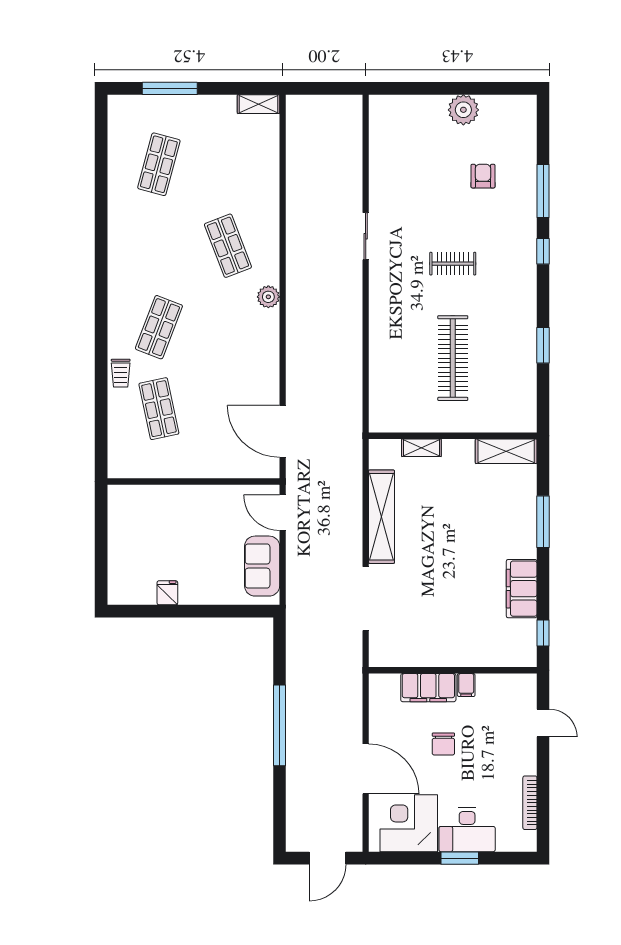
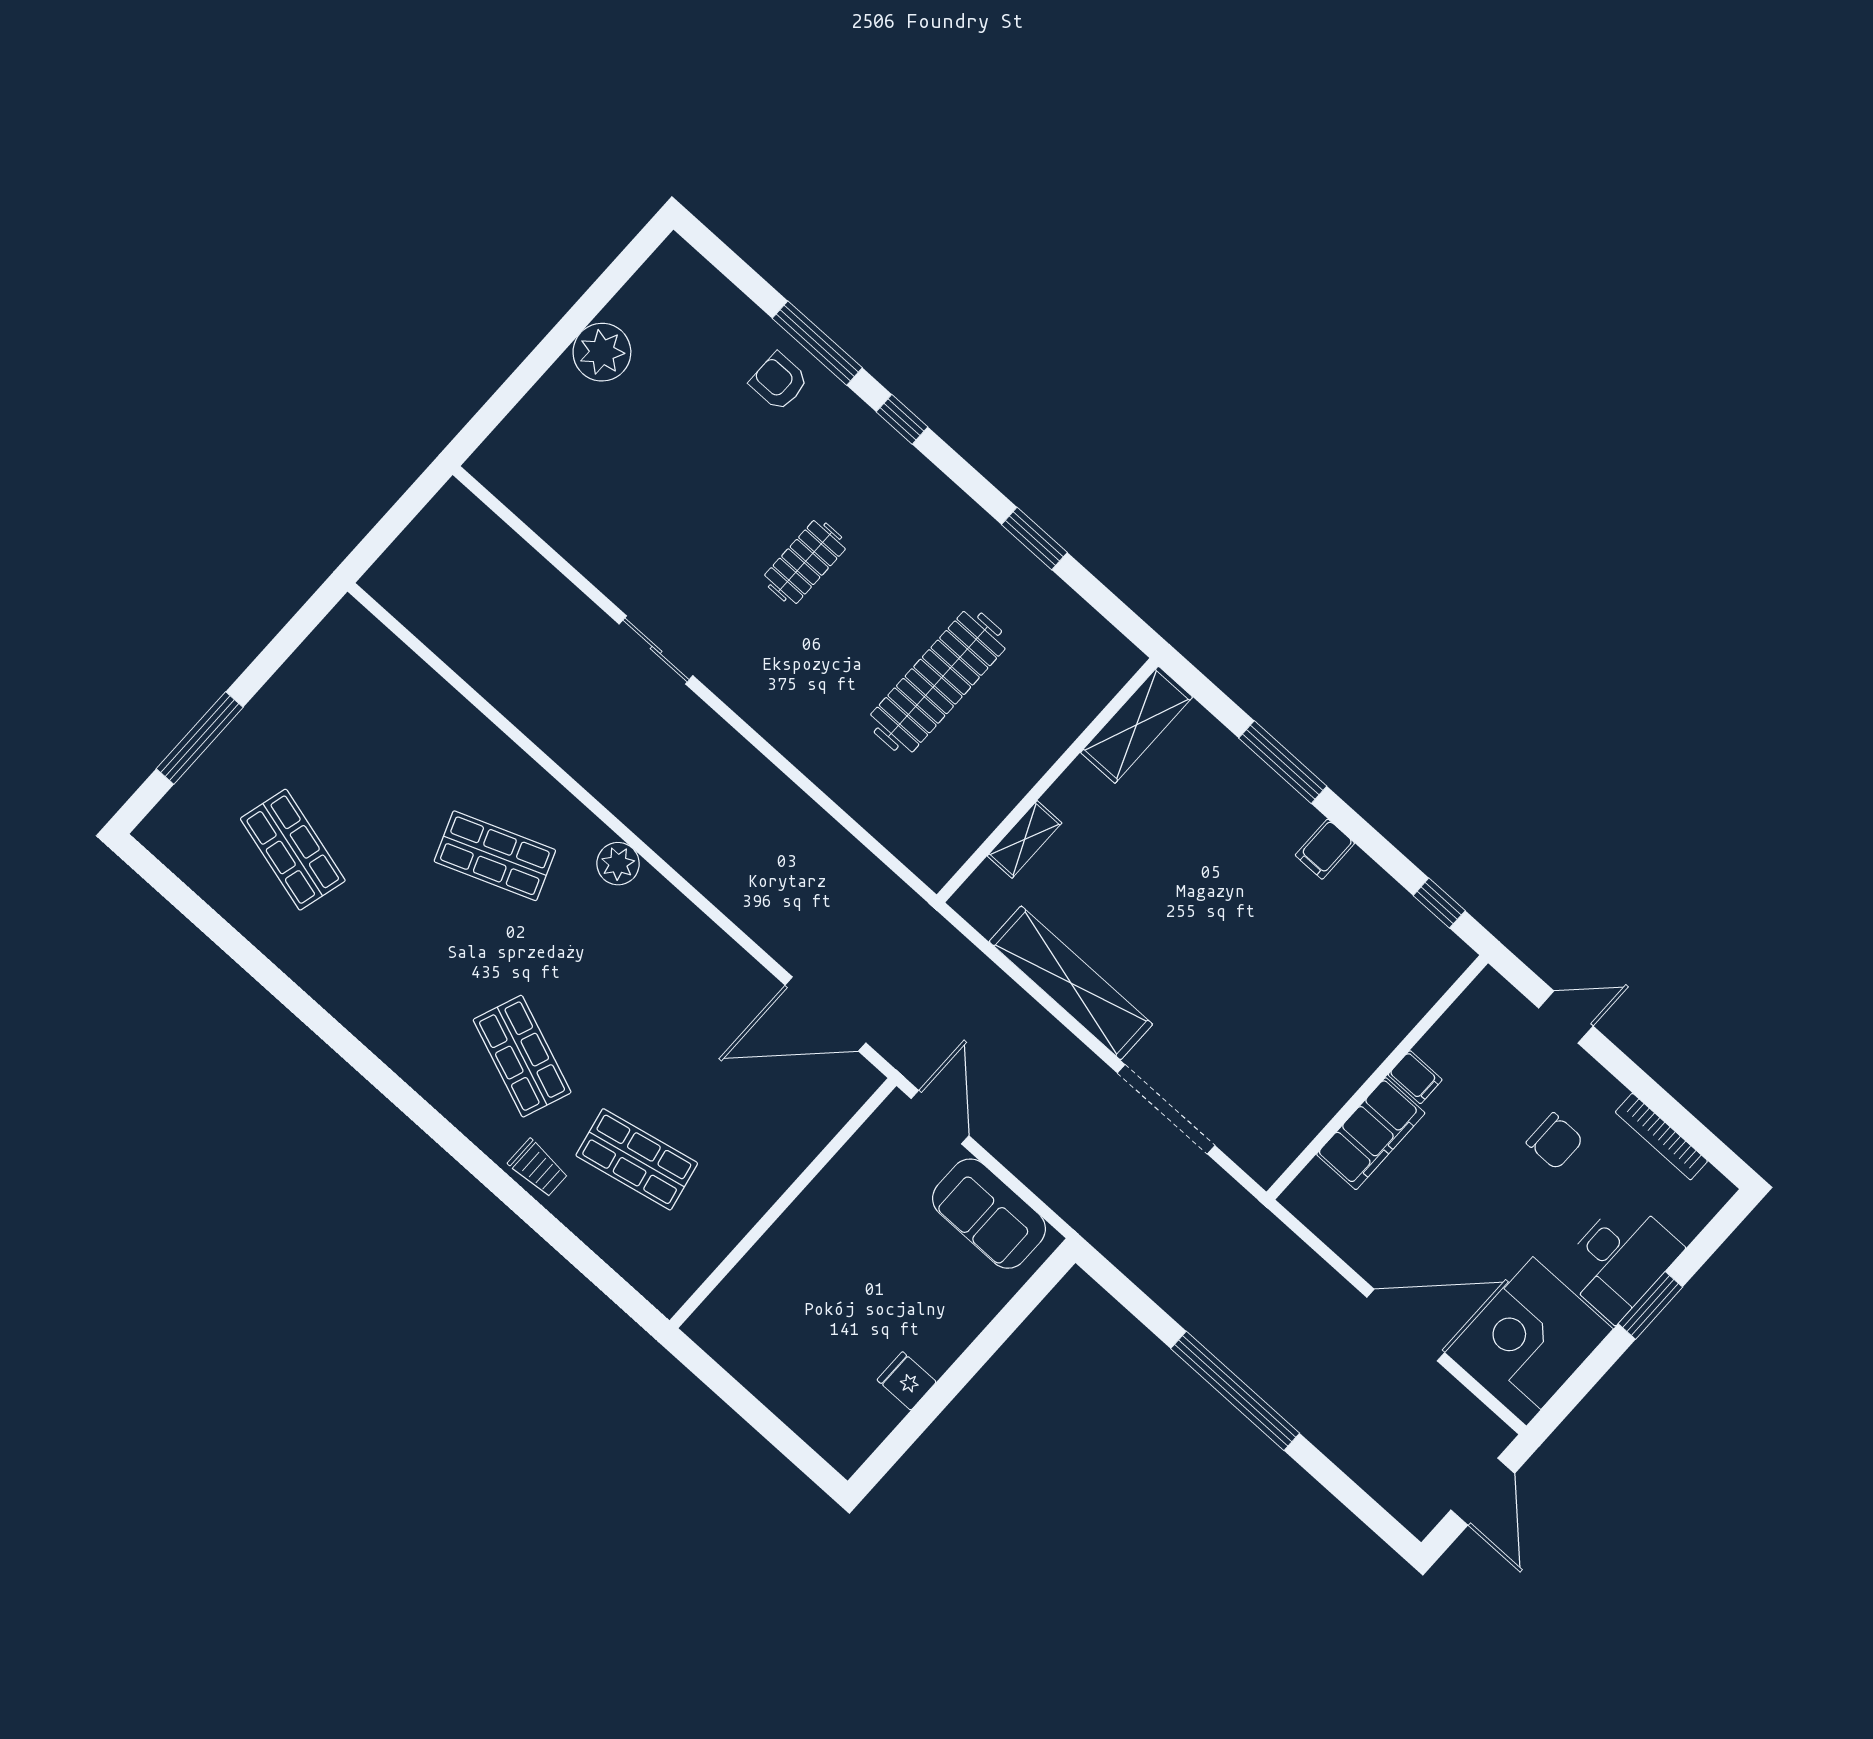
shelving: (258, 104) -> (334, 633), removed
armchair: (483, 176) -> (779, 381), moved
clothes rail: (453, 358) -> (938, 682), turned 90
door: (283, 513) -> (940, 1117), swing flipped
filing cabinet: (522, 589) -> (1325, 849), width x0.33, depth x0.86
chair: (443, 744) -> (1555, 1141), moved

